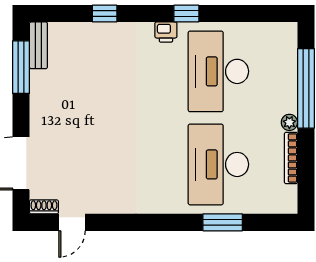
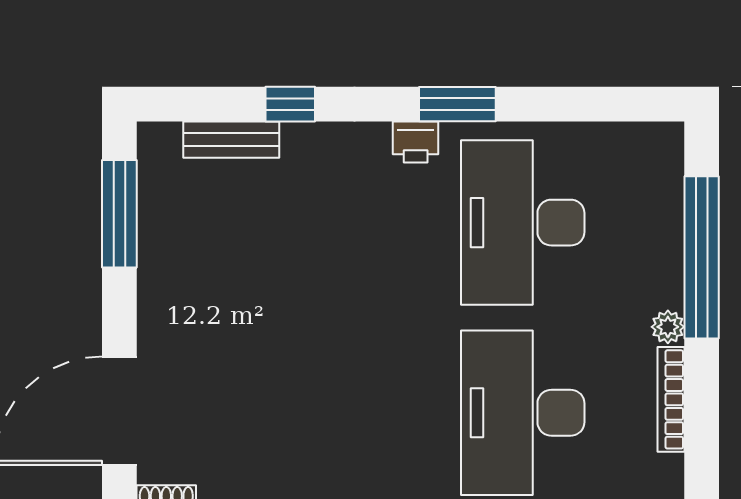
window: (186, 13) -> (457, 104), width x1.50
bench: (38, 45) -> (231, 140), moved, turned 90

